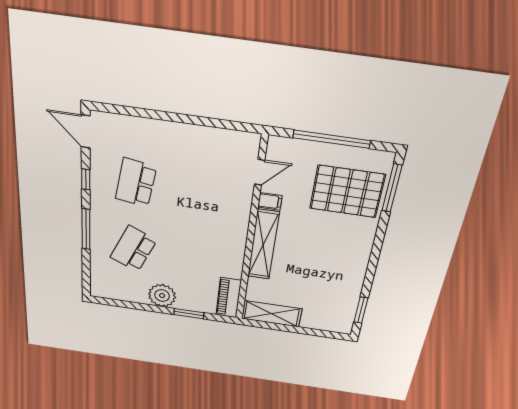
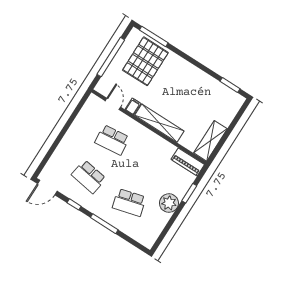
school desk: (206, 193) -> (112, 140), added
school desk: (133, 249) -> (129, 202), turned -39

